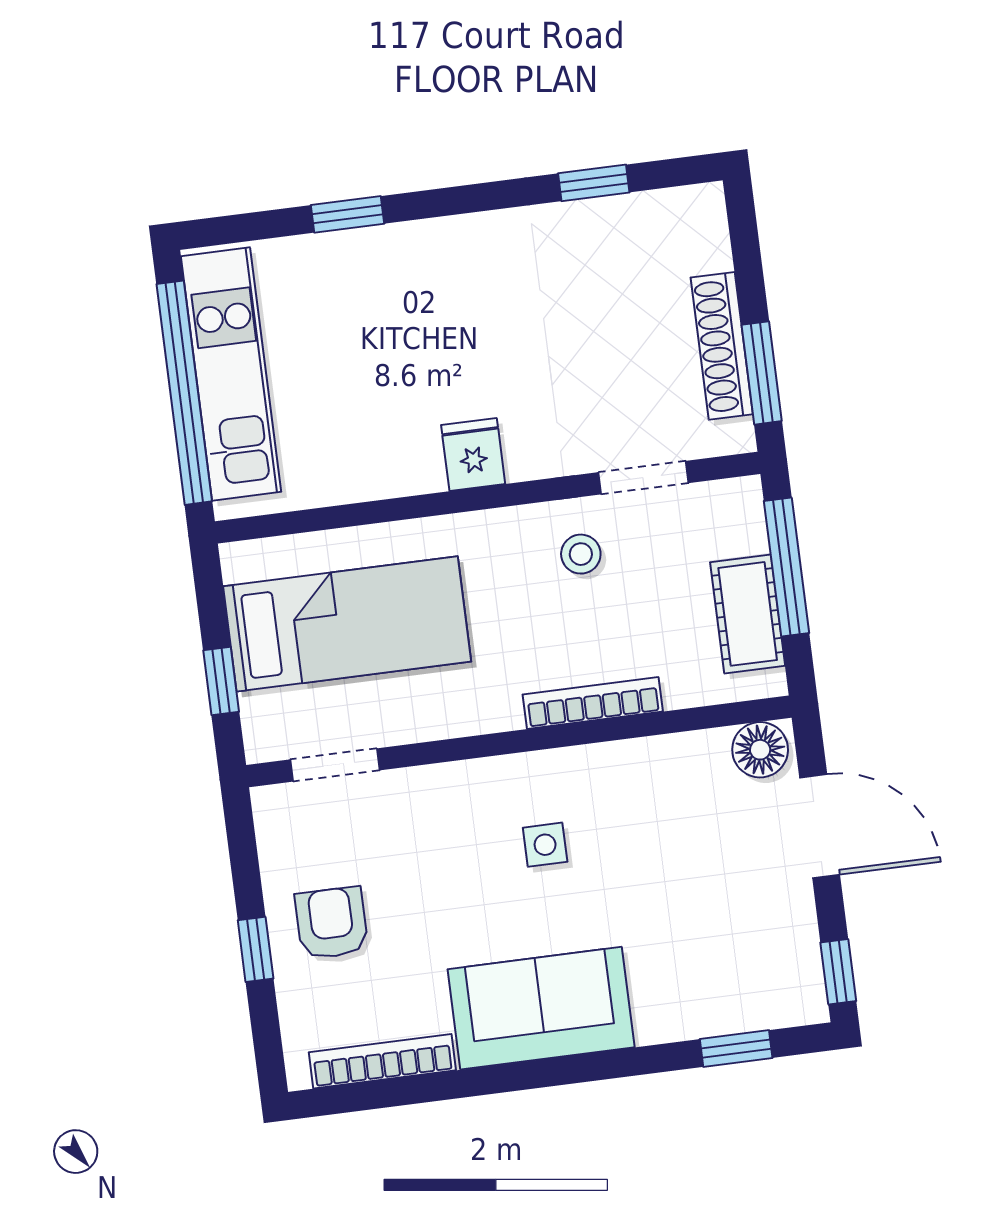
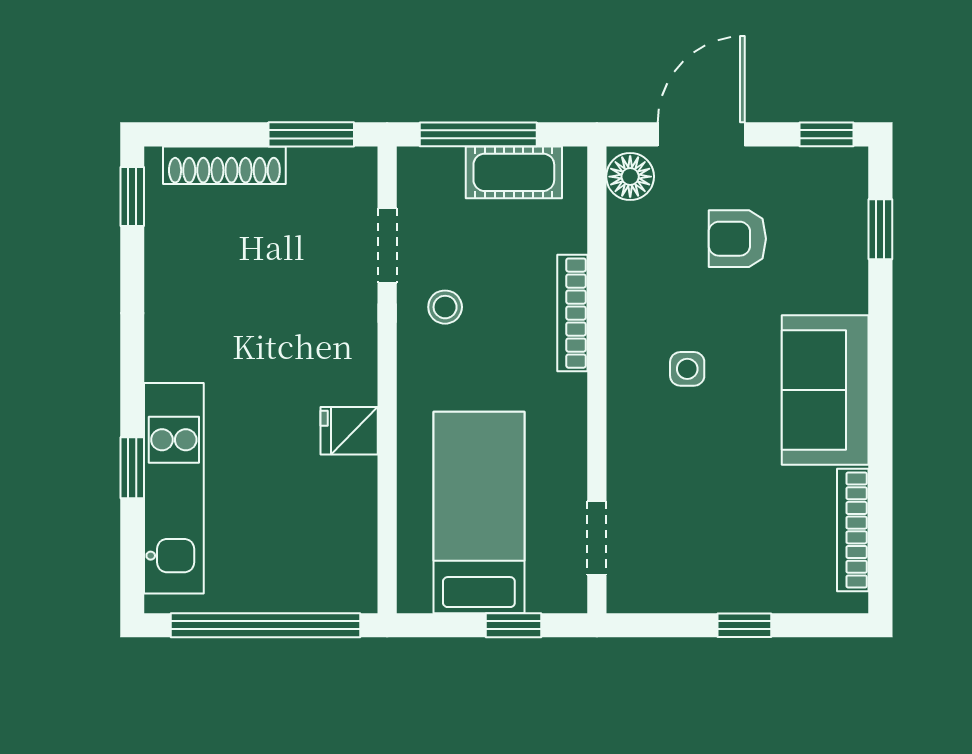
window: (594, 183) -> (132, 197), moved
shoe rack: (722, 346) -> (224, 165), moved
kitchen unit: (231, 374) -> (174, 488), moved, turned 90
fridge: (473, 455) -> (349, 431), moved
armchair: (332, 923) -> (737, 239), moved

